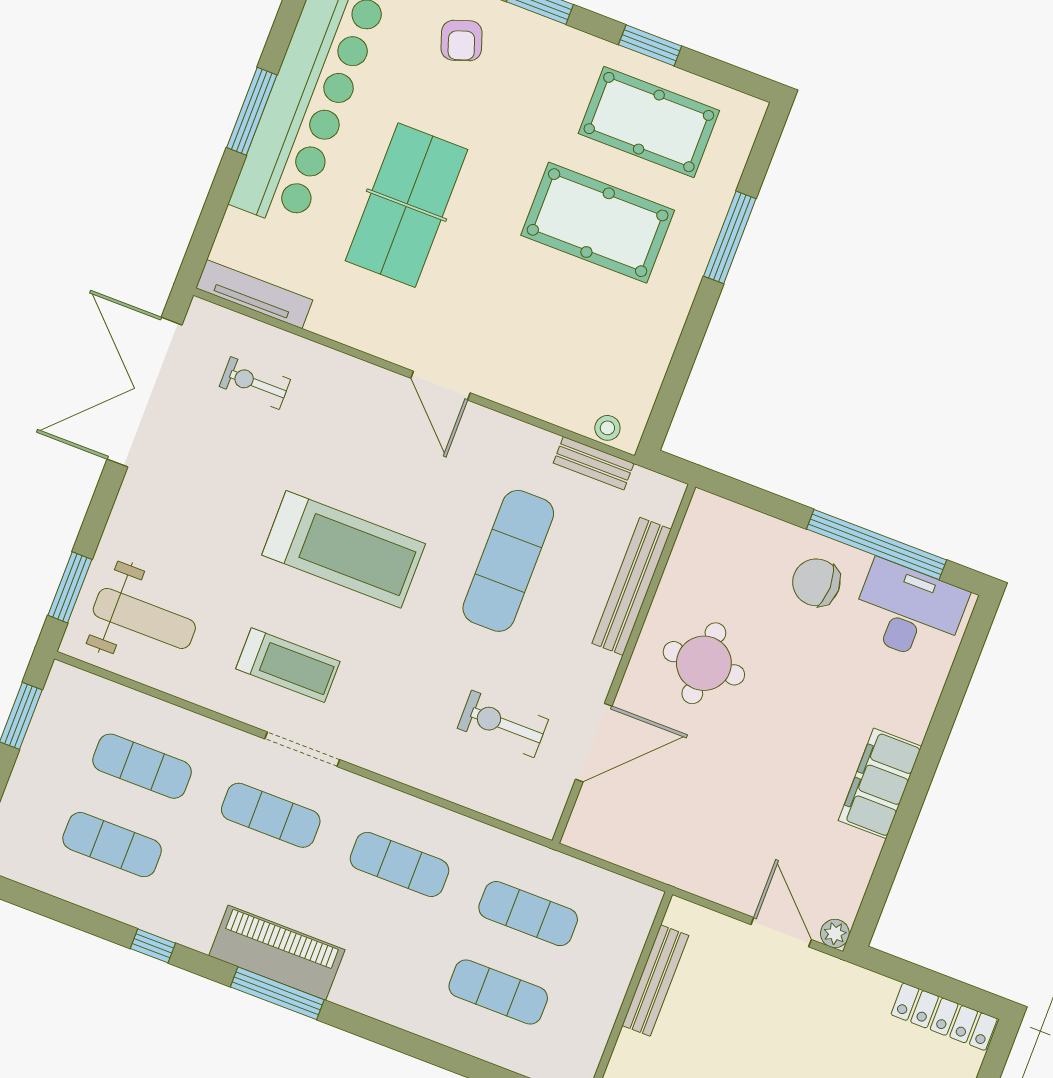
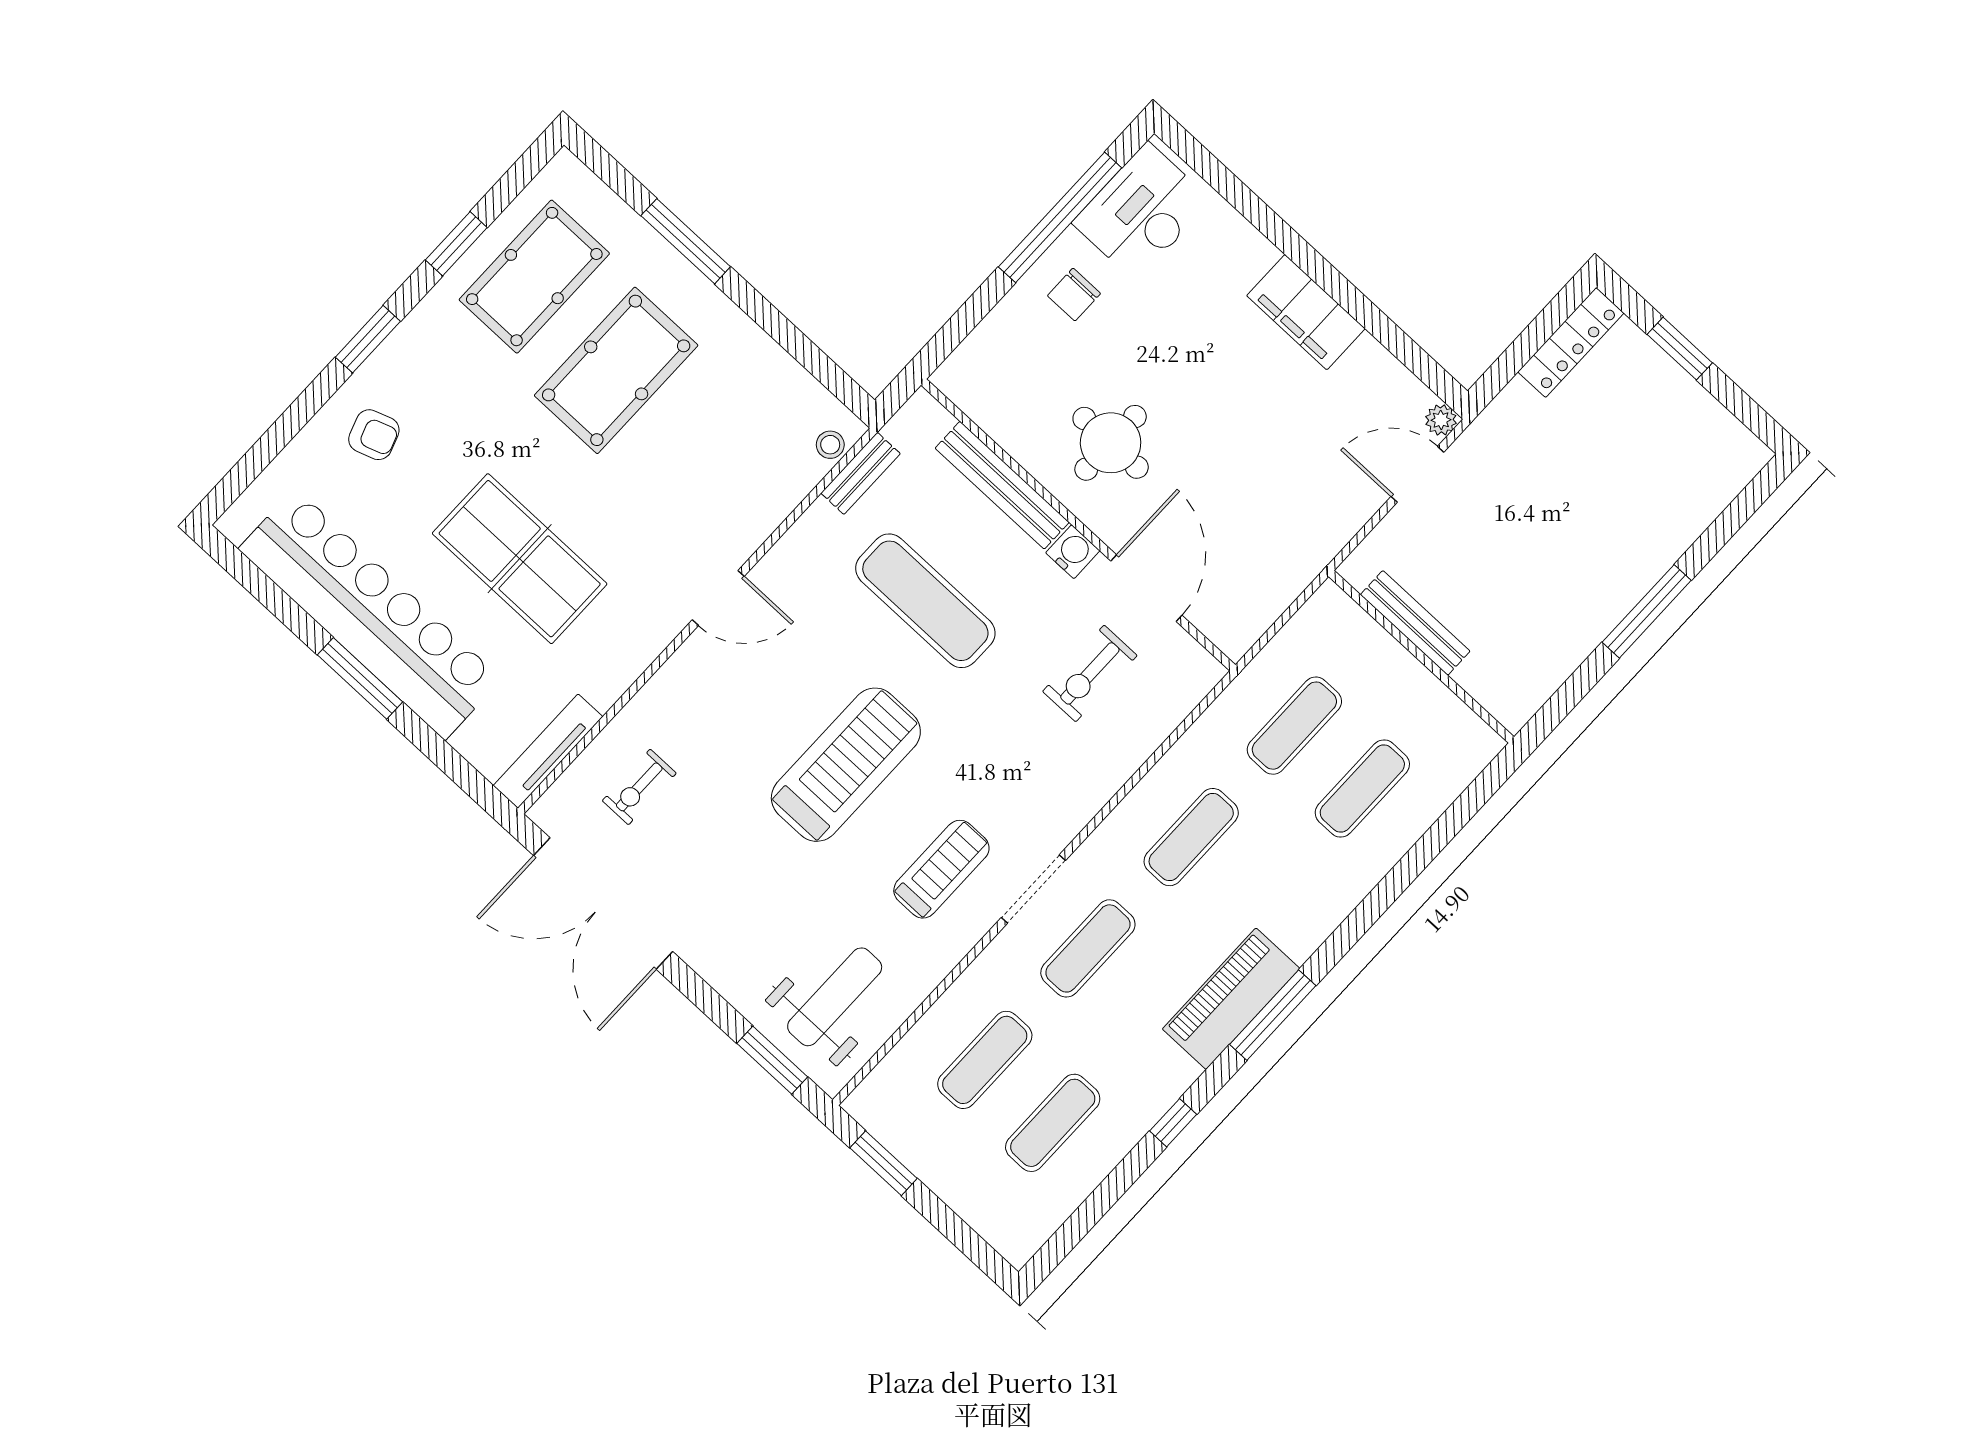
chair: (816, 582) -> (1074, 295), width x0.73, depth x0.73
water cooler: (599, 668) -> (1073, 552), added

